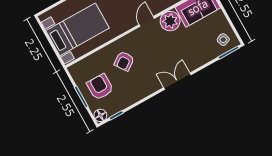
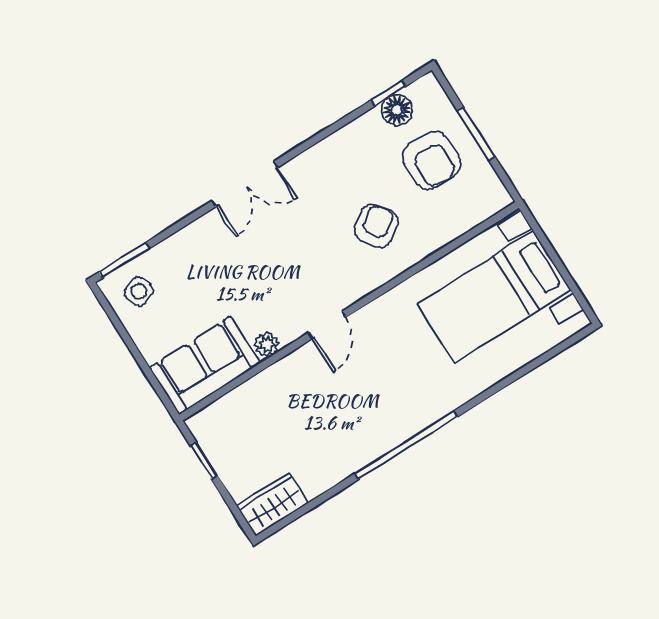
plant: (170, 21) -> (267, 344), width x0.53, depth x0.53
floor lamp: (100, 115) -> (397, 110), moved

